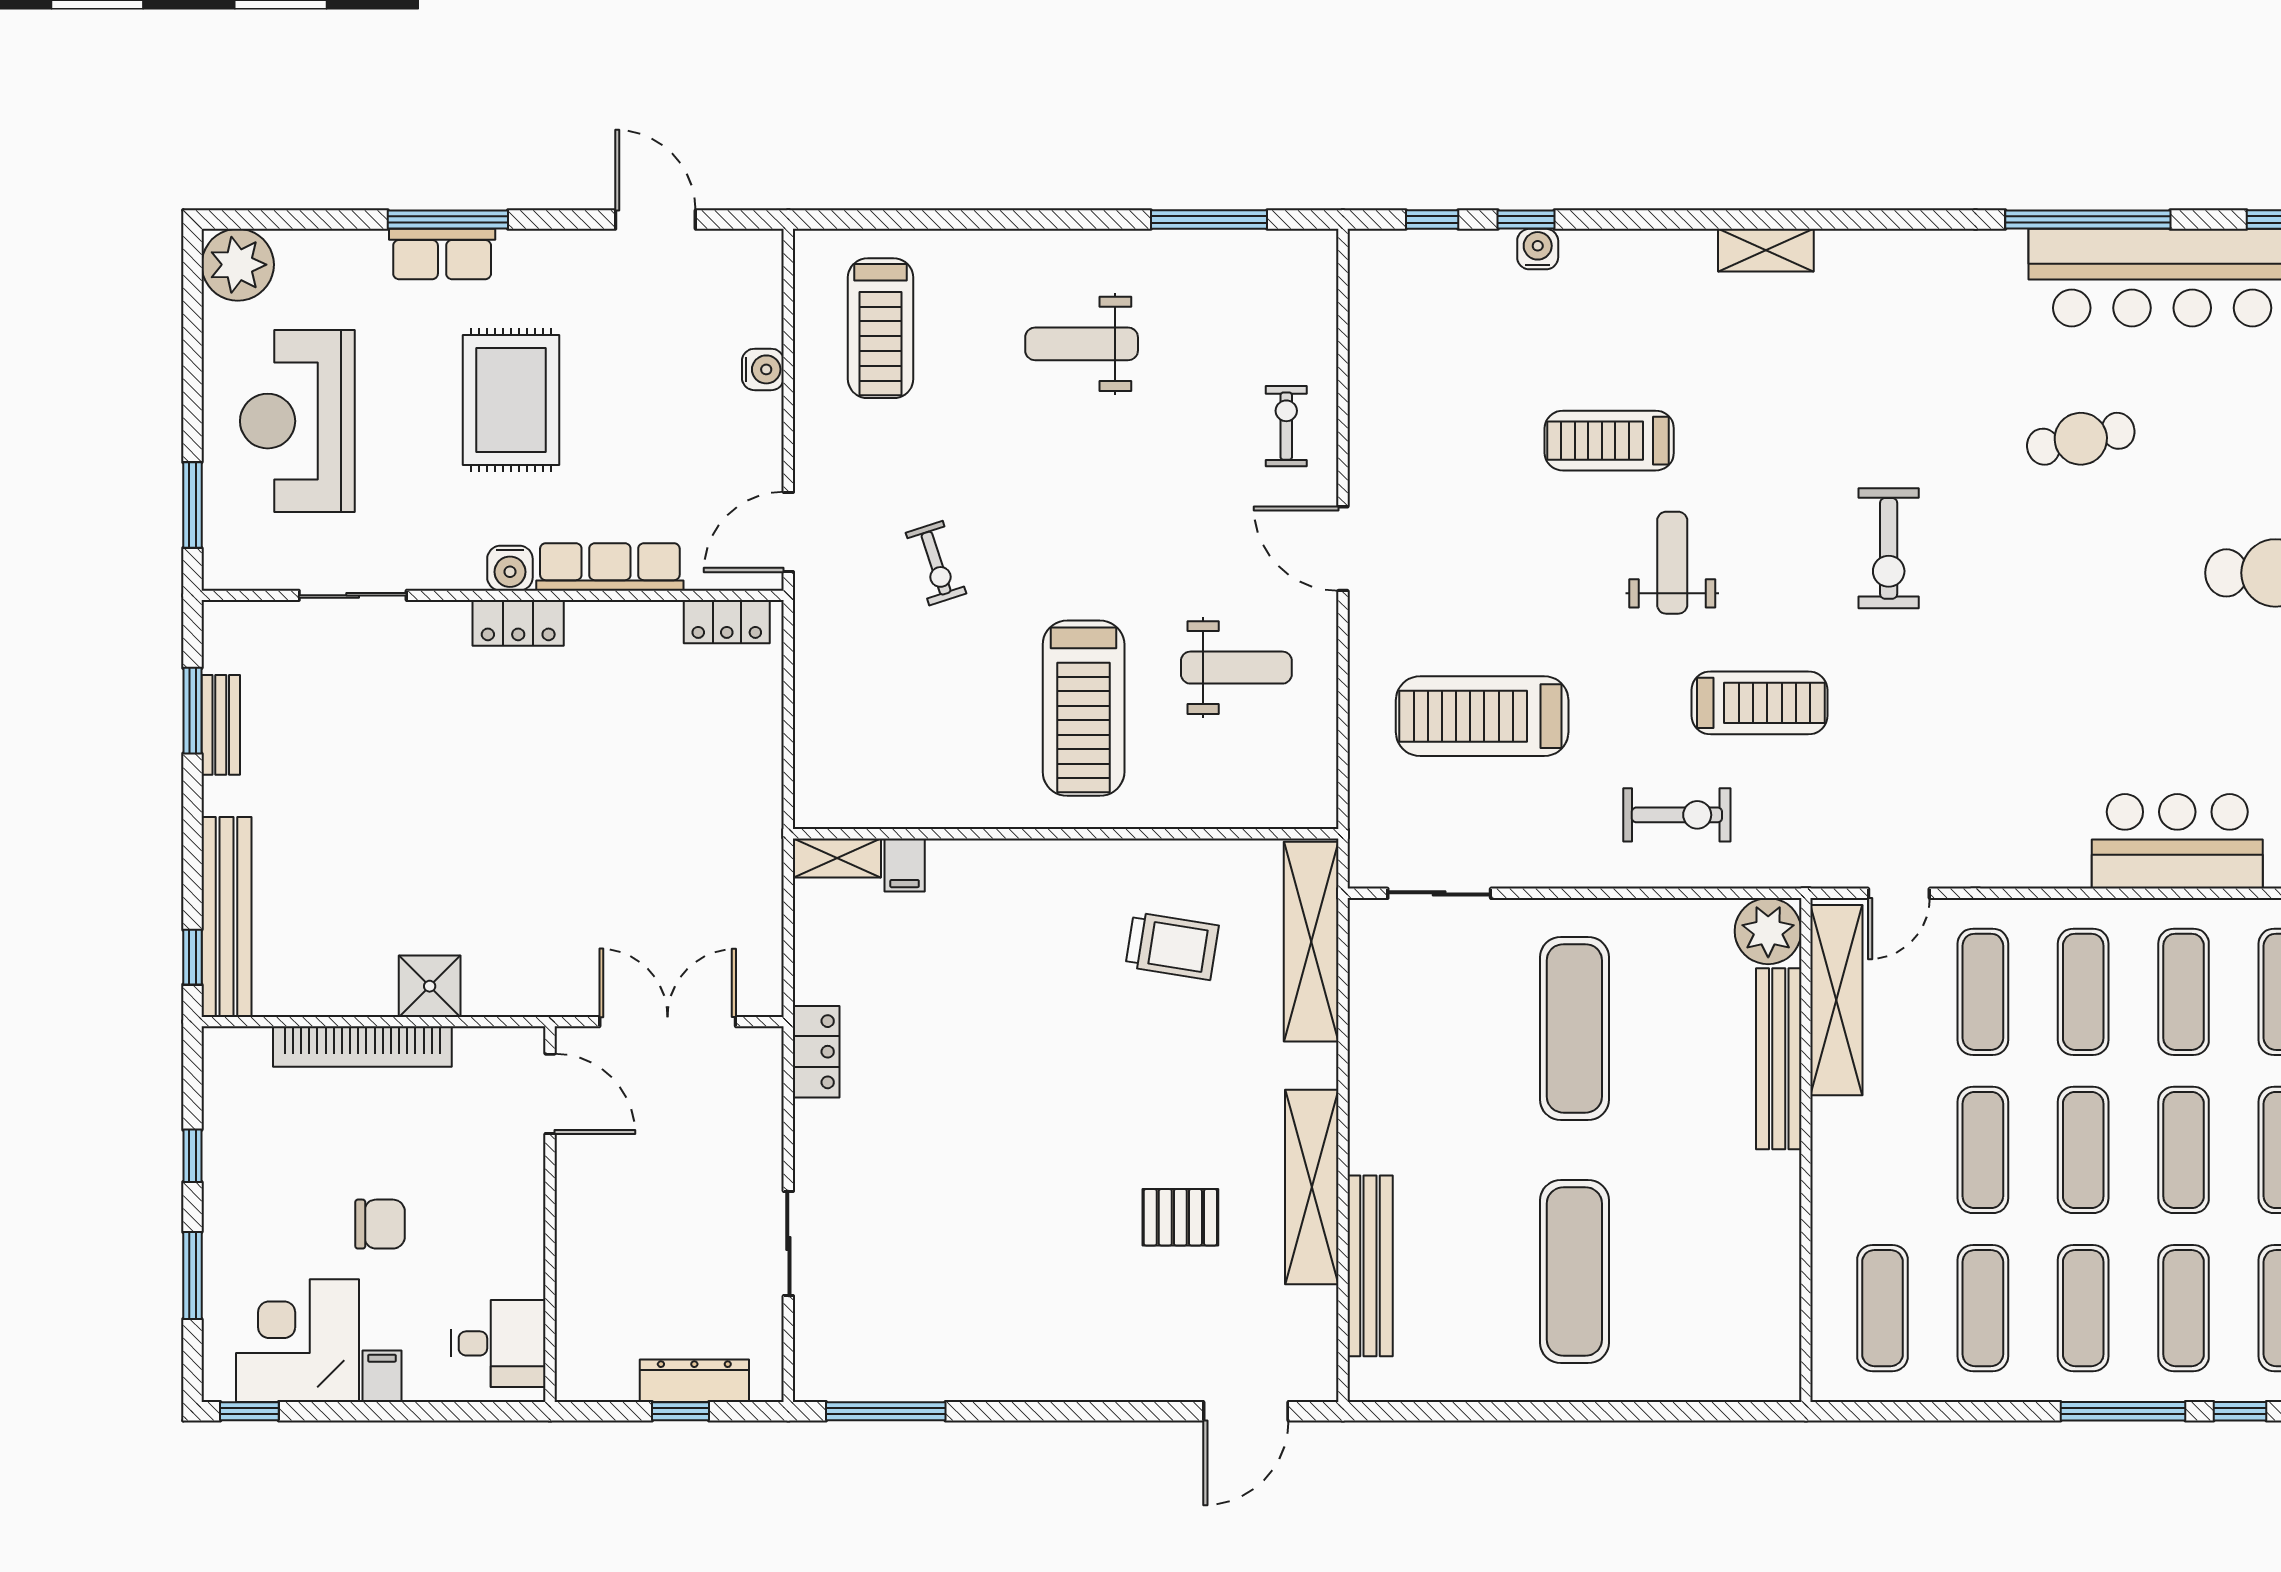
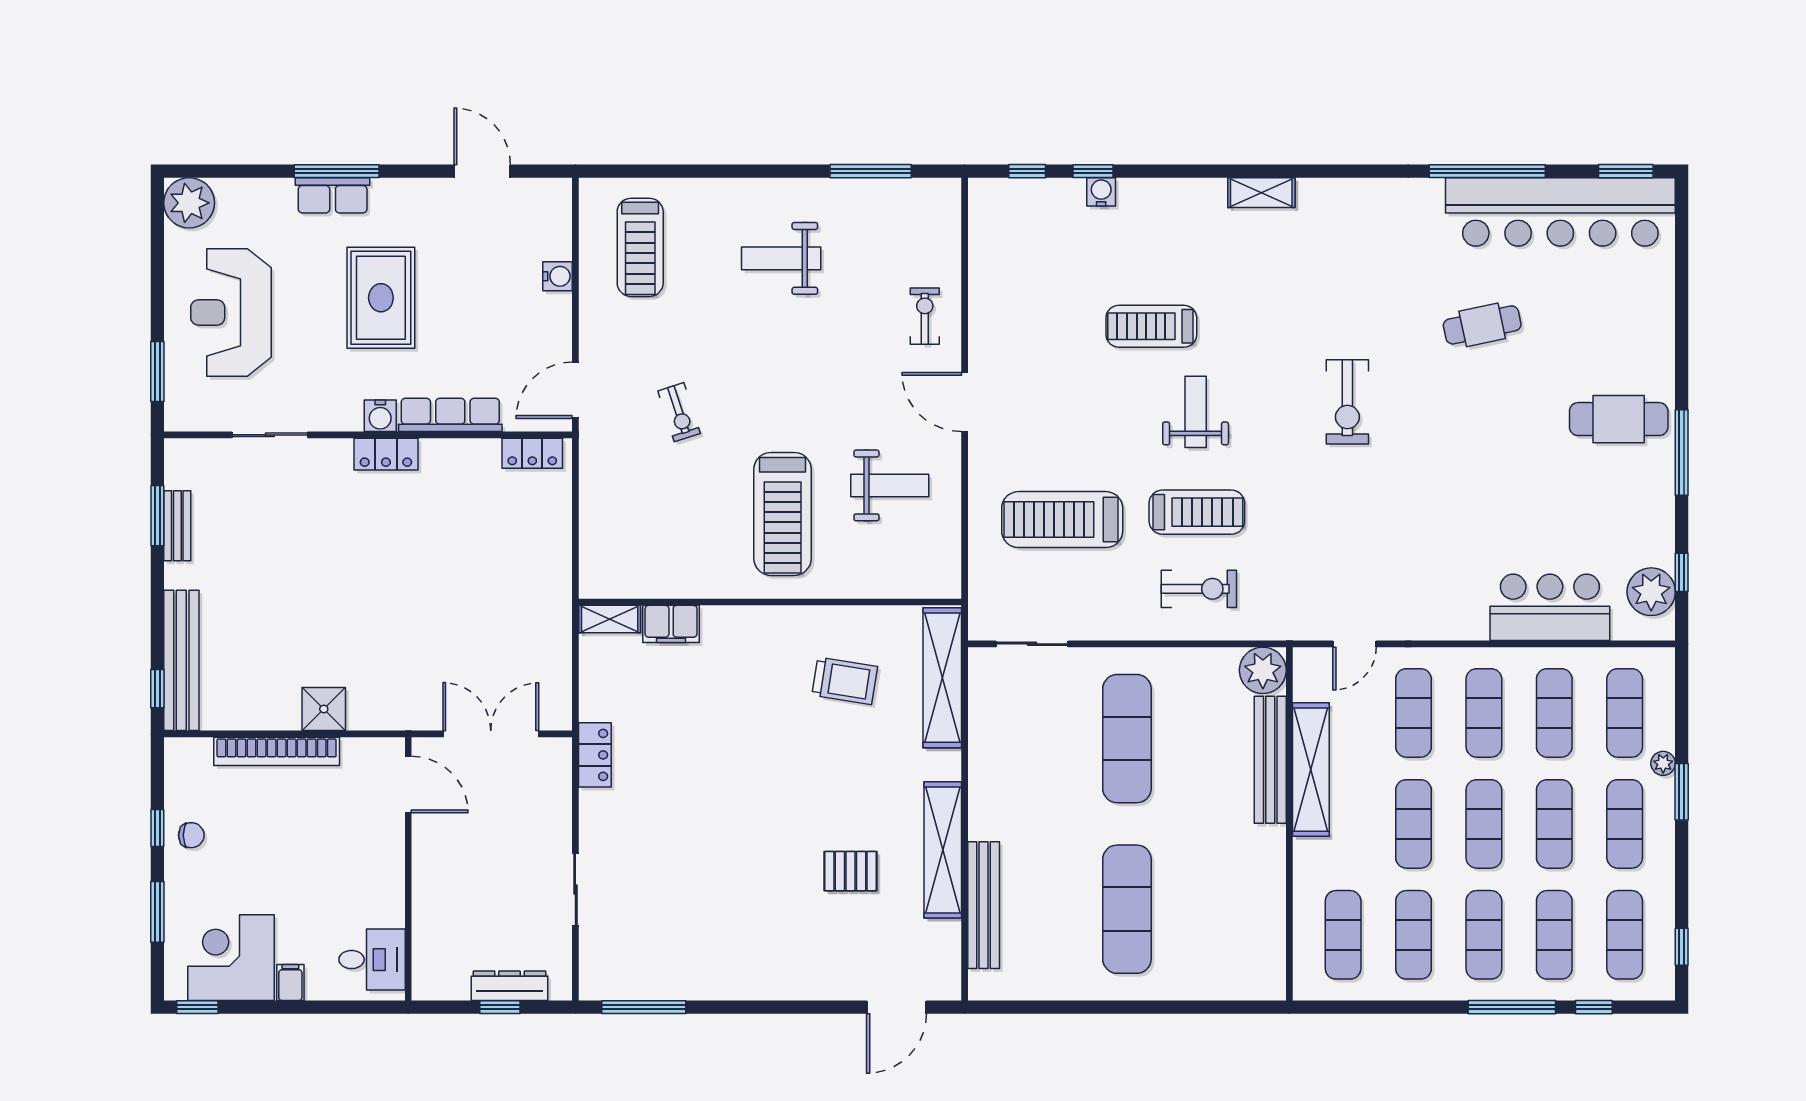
treadmill: (1760, 703) -> (1197, 512), moved
filing cabinet: (905, 865) -> (671, 624), width x2.00
shelving: (1836, 1000) -> (1311, 770), moved
chair: (380, 1224) -> (191, 835), moved, width x0.73, depth x0.73

